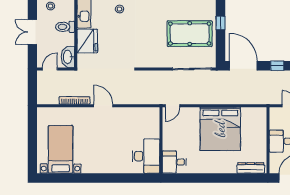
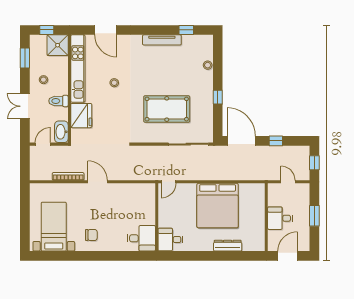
pool table: (190, 34) -> (167, 109), moved
desk: (146, 156) -> (141, 238), width x0.73
chair: (97, 158) -> (91, 235), added
dresser: (251, 168) -> (228, 246), moved

